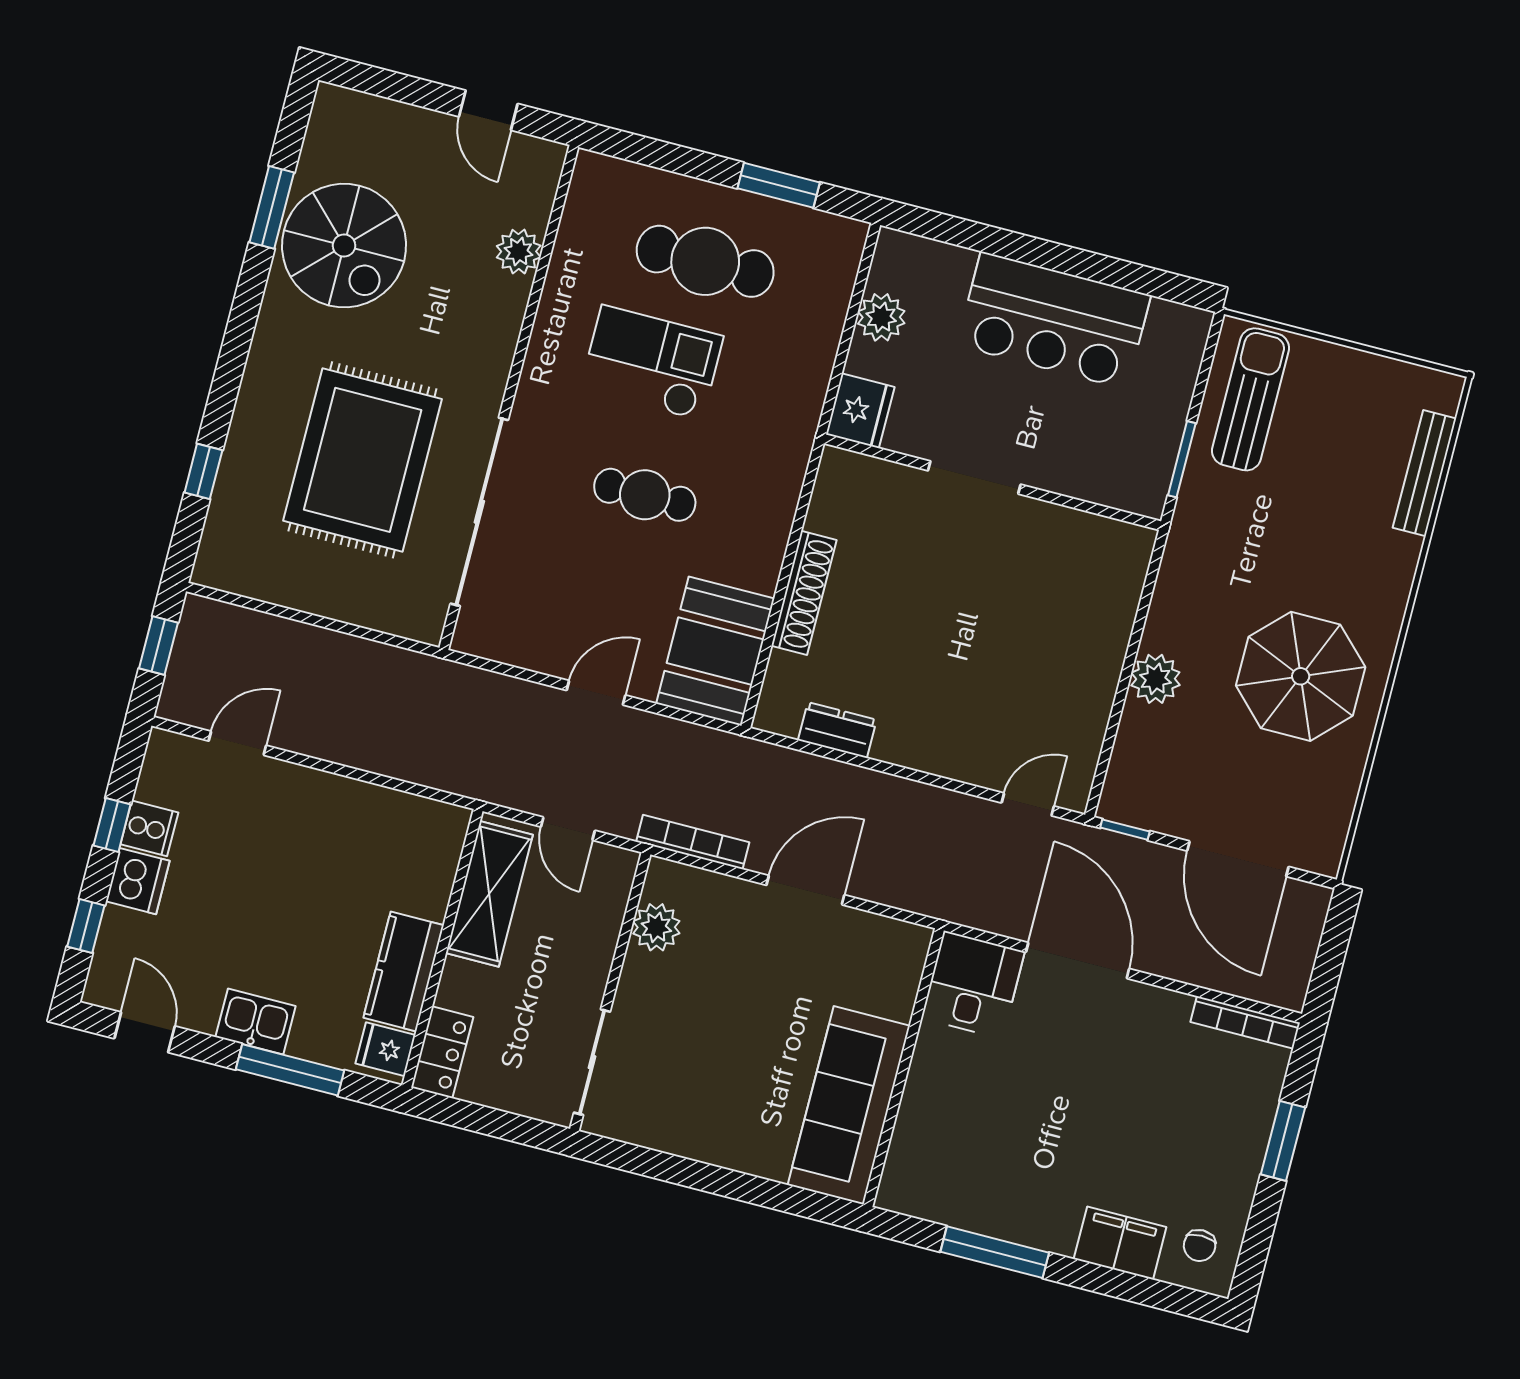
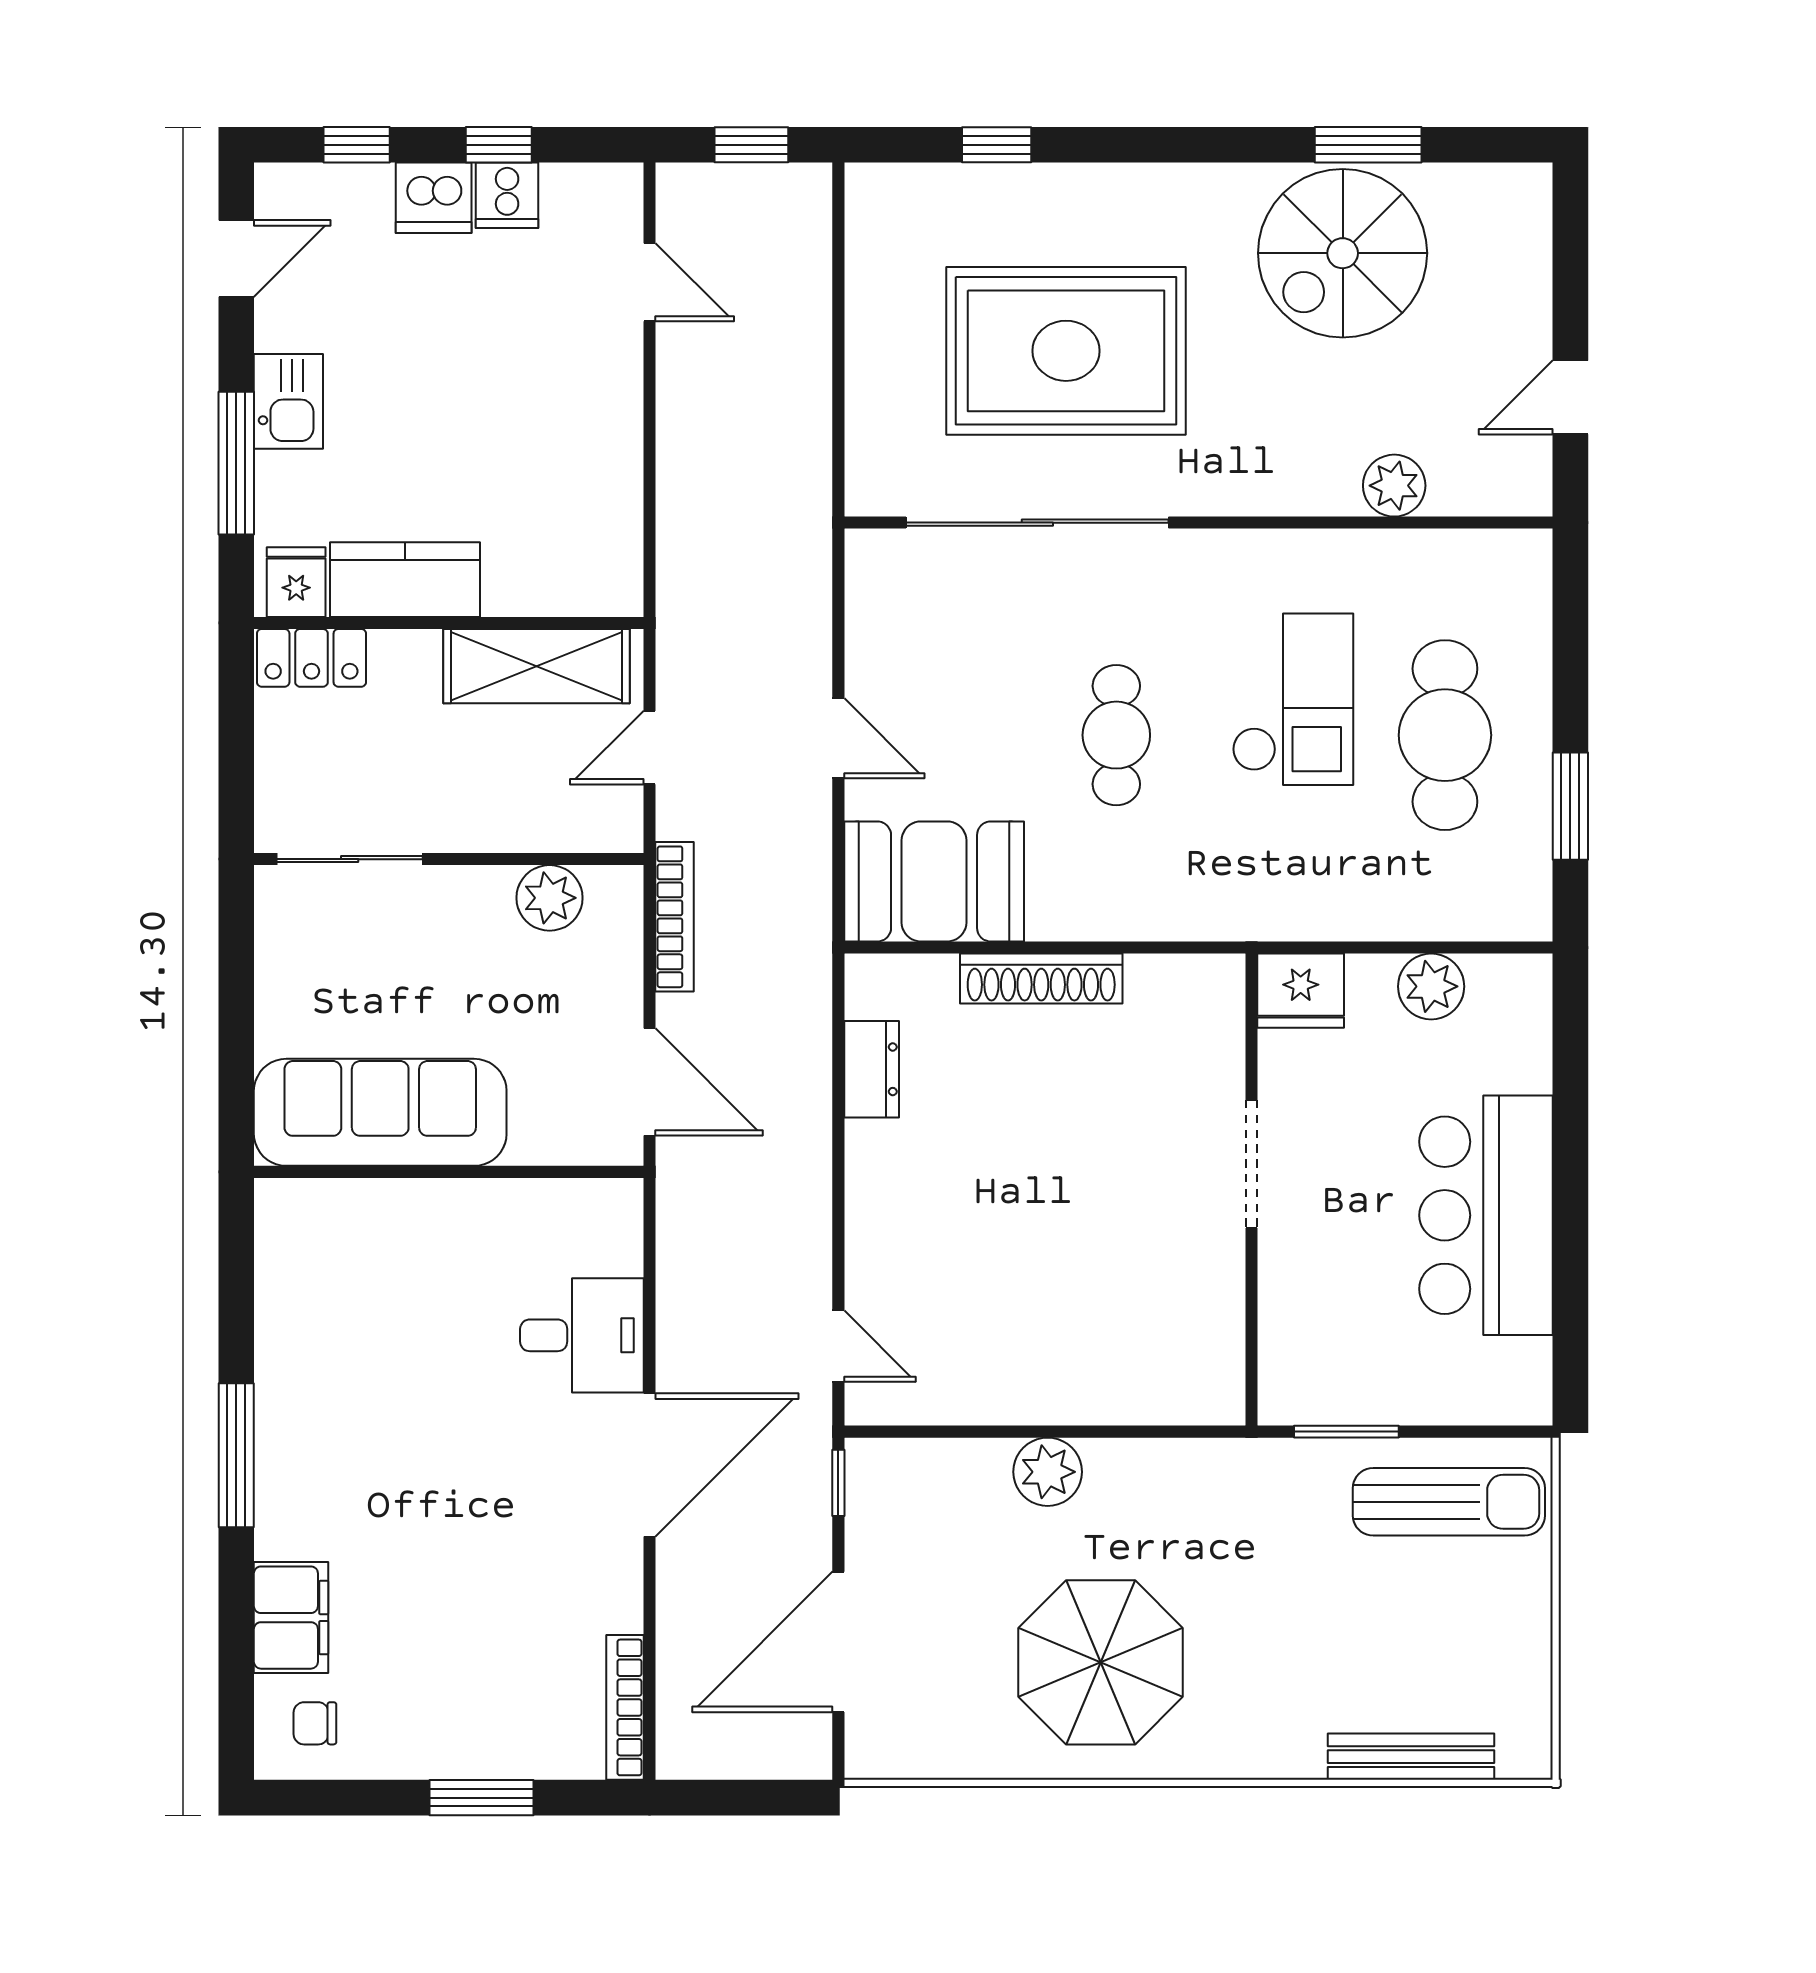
wall: (904, 1068) -> (449, 1172), moved
sofa: (849, 1105) -> (380, 1112), moved

